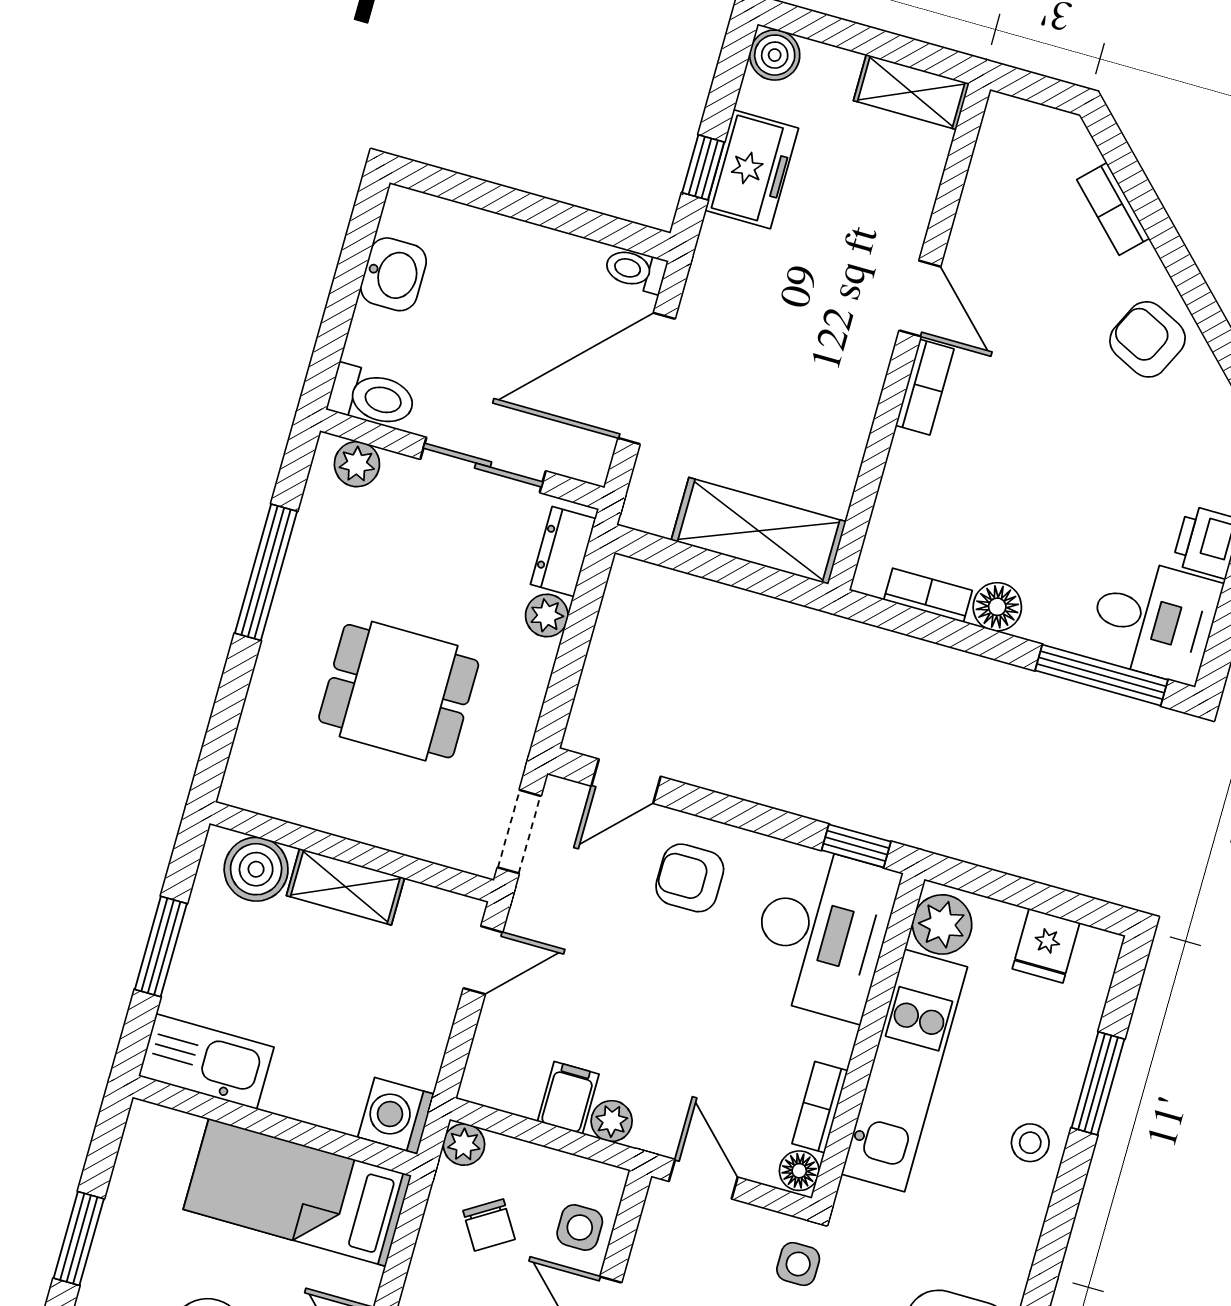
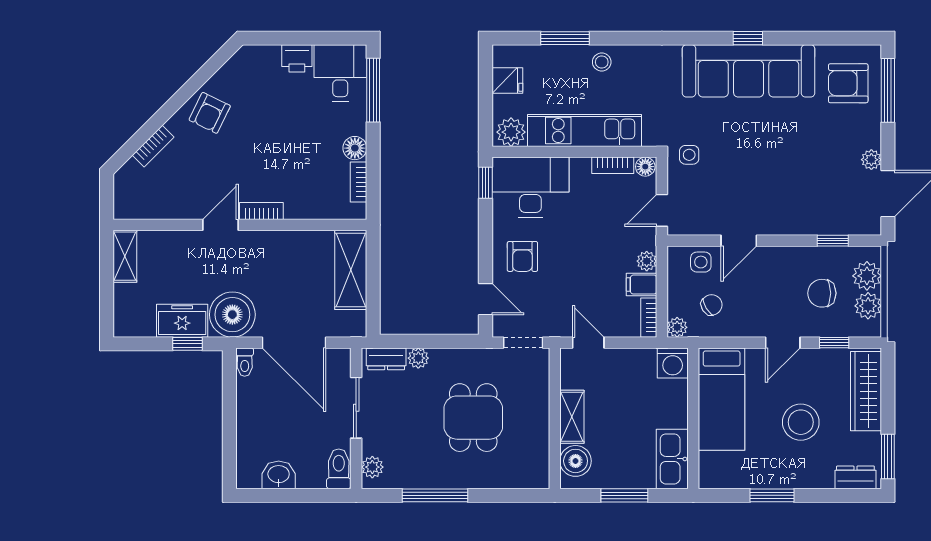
boiler: (775, 55) -> (232, 315), moved, width x1.86, depth x1.86
bookcase: (499, 1094) -> (649, 318), added

